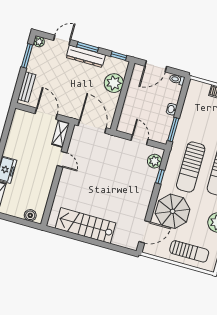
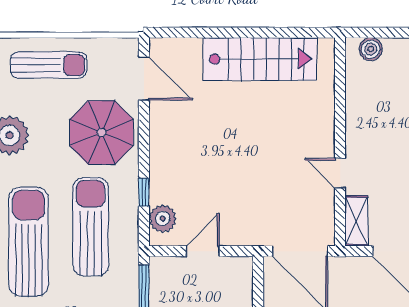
door: (139, 140) -> (203, 251), swing flipped
door: (145, 232) -> (144, 79), swing flipped
sun lounger: (189, 251) -> (49, 65), turned 180

